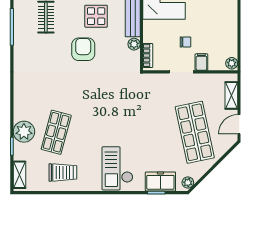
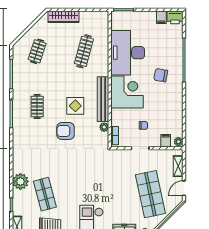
armchair: (83, 49) -> (65, 131), turned -90
filing cabinet: (201, 62) -> (166, 141), moved
plant: (24, 132) -> (20, 181), moved
shop shelf: (56, 132) -> (45, 194), turned -30

